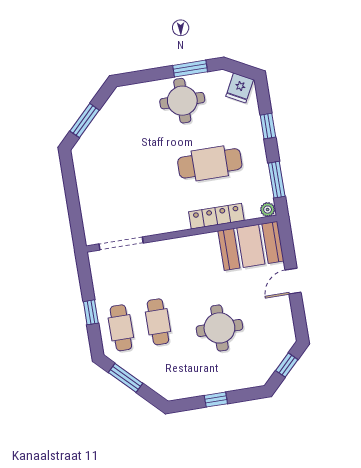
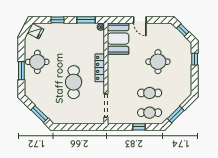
window: (190, 69) -> (21, 71), moved
cafe table: (210, 163) -> (74, 82), moved
locker: (216, 216) -> (100, 68), moved
window: (216, 400) -> (195, 59), moved

